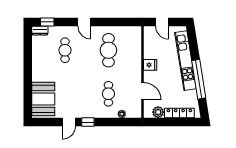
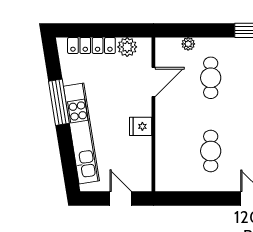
cafe table: (108, 50) -> (211, 151), width x0.73, depth x0.74
window: (199, 79) -> (59, 102), width x0.68
door: (142, 91) -> (153, 82), swing flipped

